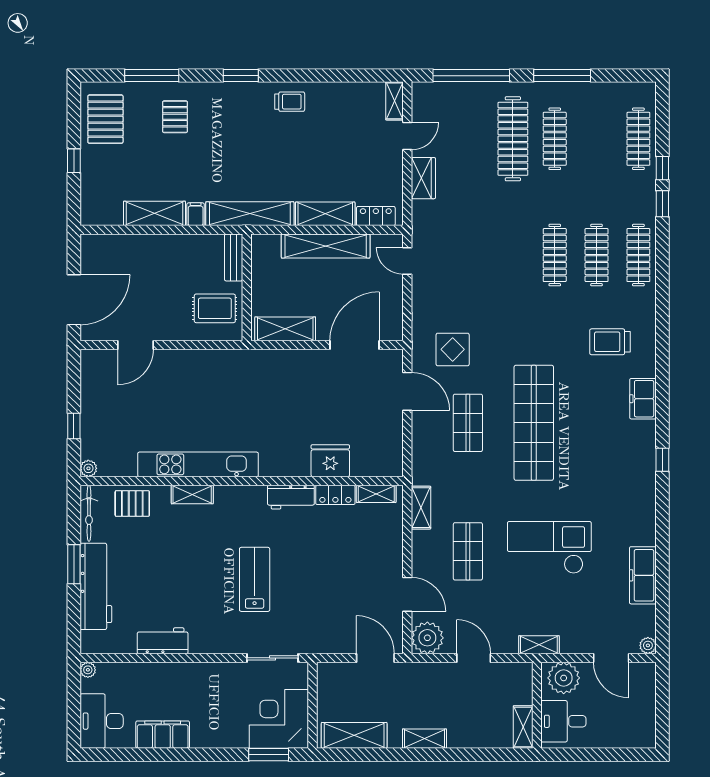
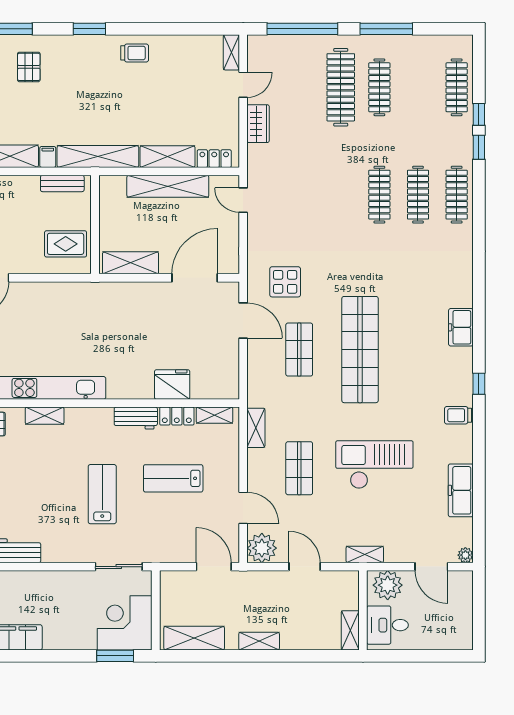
bench: (234, 258) -> (62, 183), moved, turned 90
trolley: (610, 342) -> (458, 415), moved, width x0.73, depth x0.72
lab bench: (331, 562) -> (173, 478), added

